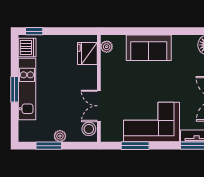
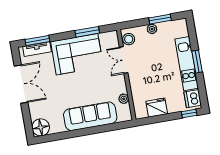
plant: (107, 47) -> (124, 99), moved
sofa: (149, 48) -> (90, 116), width x1.36
fridge: (87, 54) -> (157, 108), moved, turned -90
double door: (99, 106) -> (124, 60), swing flipped

